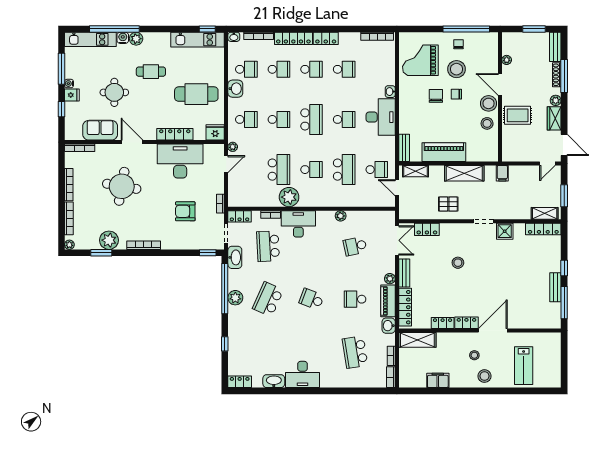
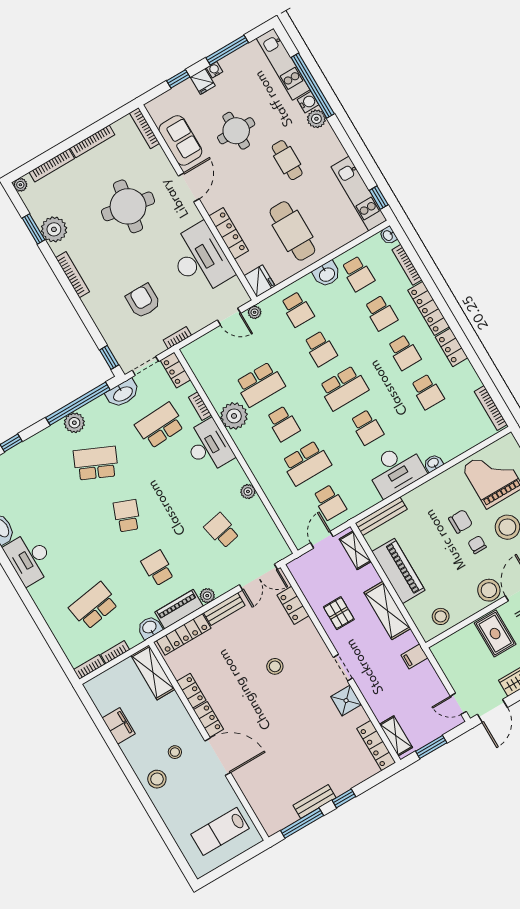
stool: (487, 123) -> (441, 616), moved
bench: (404, 148) -> (381, 516), width x1.36
lab bench: (524, 366) -> (220, 831), moved

